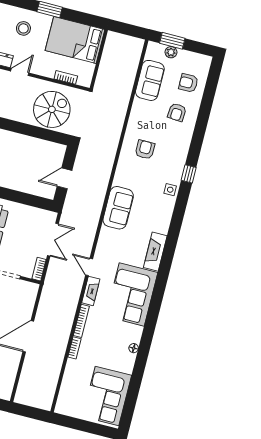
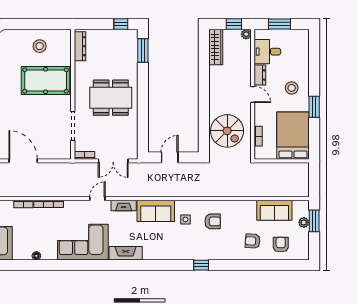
door: (64, 178) -> (170, 157), hinge flipped
side table: (170, 190) -> (185, 219), moved
fireplace: (91, 291) -> (124, 206), moved

